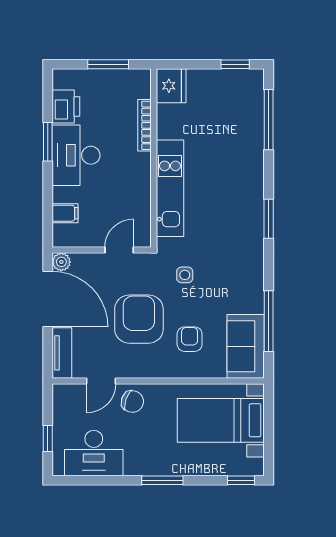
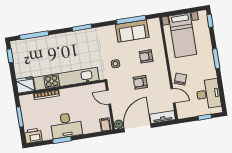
printer: (66, 107) -> (33, 136), moved
kitchen unit: (170, 188) -> (66, 79), width x1.36
filing cabinet: (65, 213) -> (105, 125), moved
armchair: (139, 319) -> (140, 82), width x0.53, depth x0.53
sofa: (246, 346) -> (132, 31), moved

